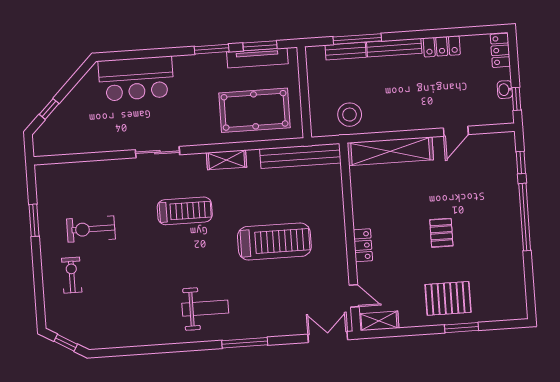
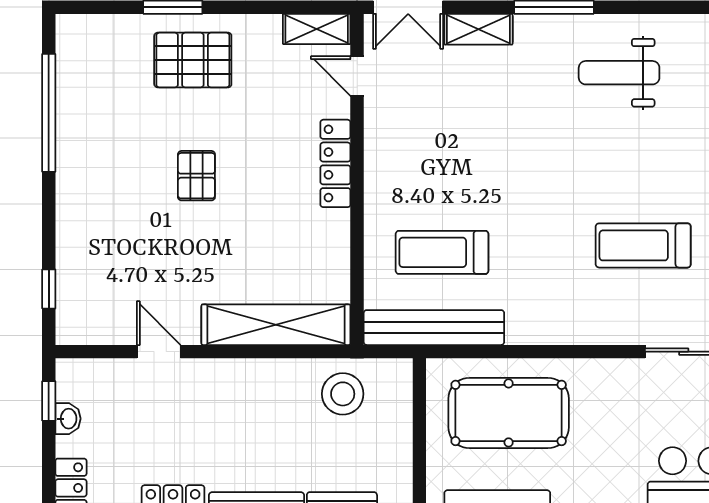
door: (456, 131) -> (159, 352), hinge flipped
shelving: (227, 160) -> (478, 29), moved
window: (525, 217) -> (49, 113), moved
treadmill: (274, 241) -> (442, 252), moved, width x0.73, depth x0.73
locker: (363, 245) -> (335, 163), width x1.53

